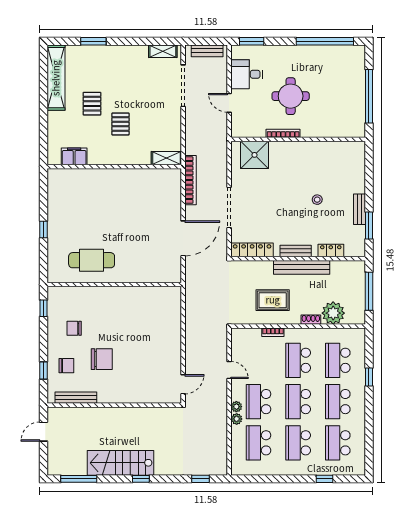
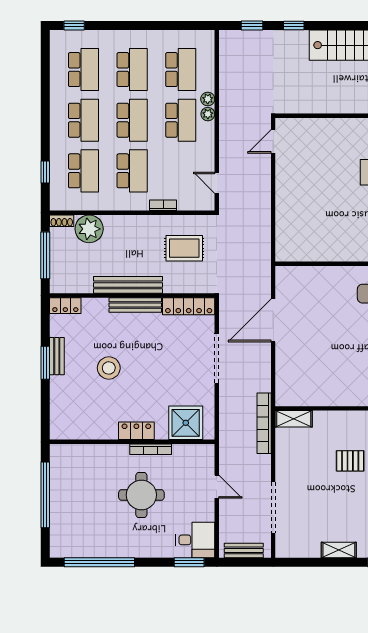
shelving: (163, 51) -> (339, 550), moved
desk: (247, 74) -> (195, 540), moved
pallet: (120, 124) -> (350, 461), turned 90
locker: (295, 148) -> (136, 431), added
bookcase: (191, 180) -> (264, 423), moved
stool: (317, 200) -> (109, 368), width x1.89, depth x1.89
window: (369, 225) -> (45, 363), moved
locker: (331, 250) -> (65, 306), moved
bench: (296, 251) -> (135, 305), width x1.36
rug: (273, 300) -> (184, 248), moved
shoe rack: (311, 320) -> (62, 221), moved
door: (229, 370) -> (217, 183), moved
window: (369, 377) -> (45, 172), moved
window: (141, 479) -> (294, 25), moved
window: (324, 479) -> (74, 25), moved

